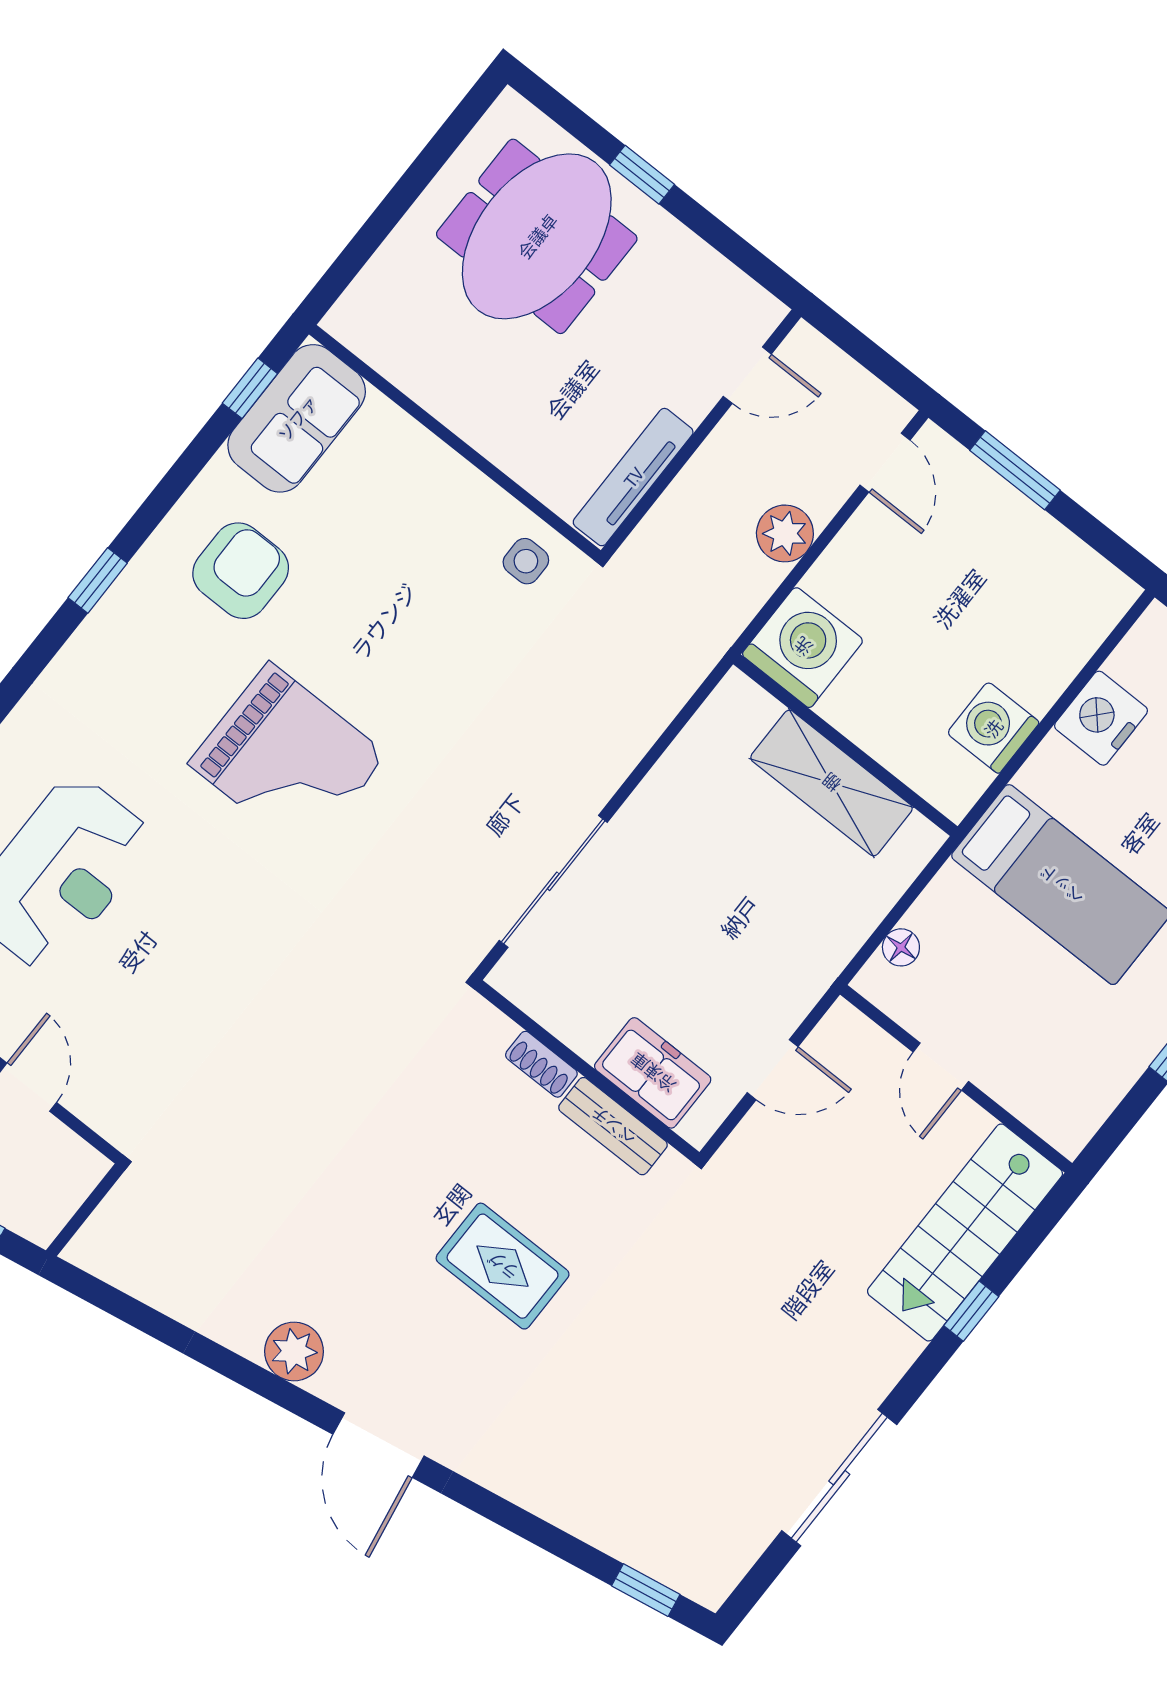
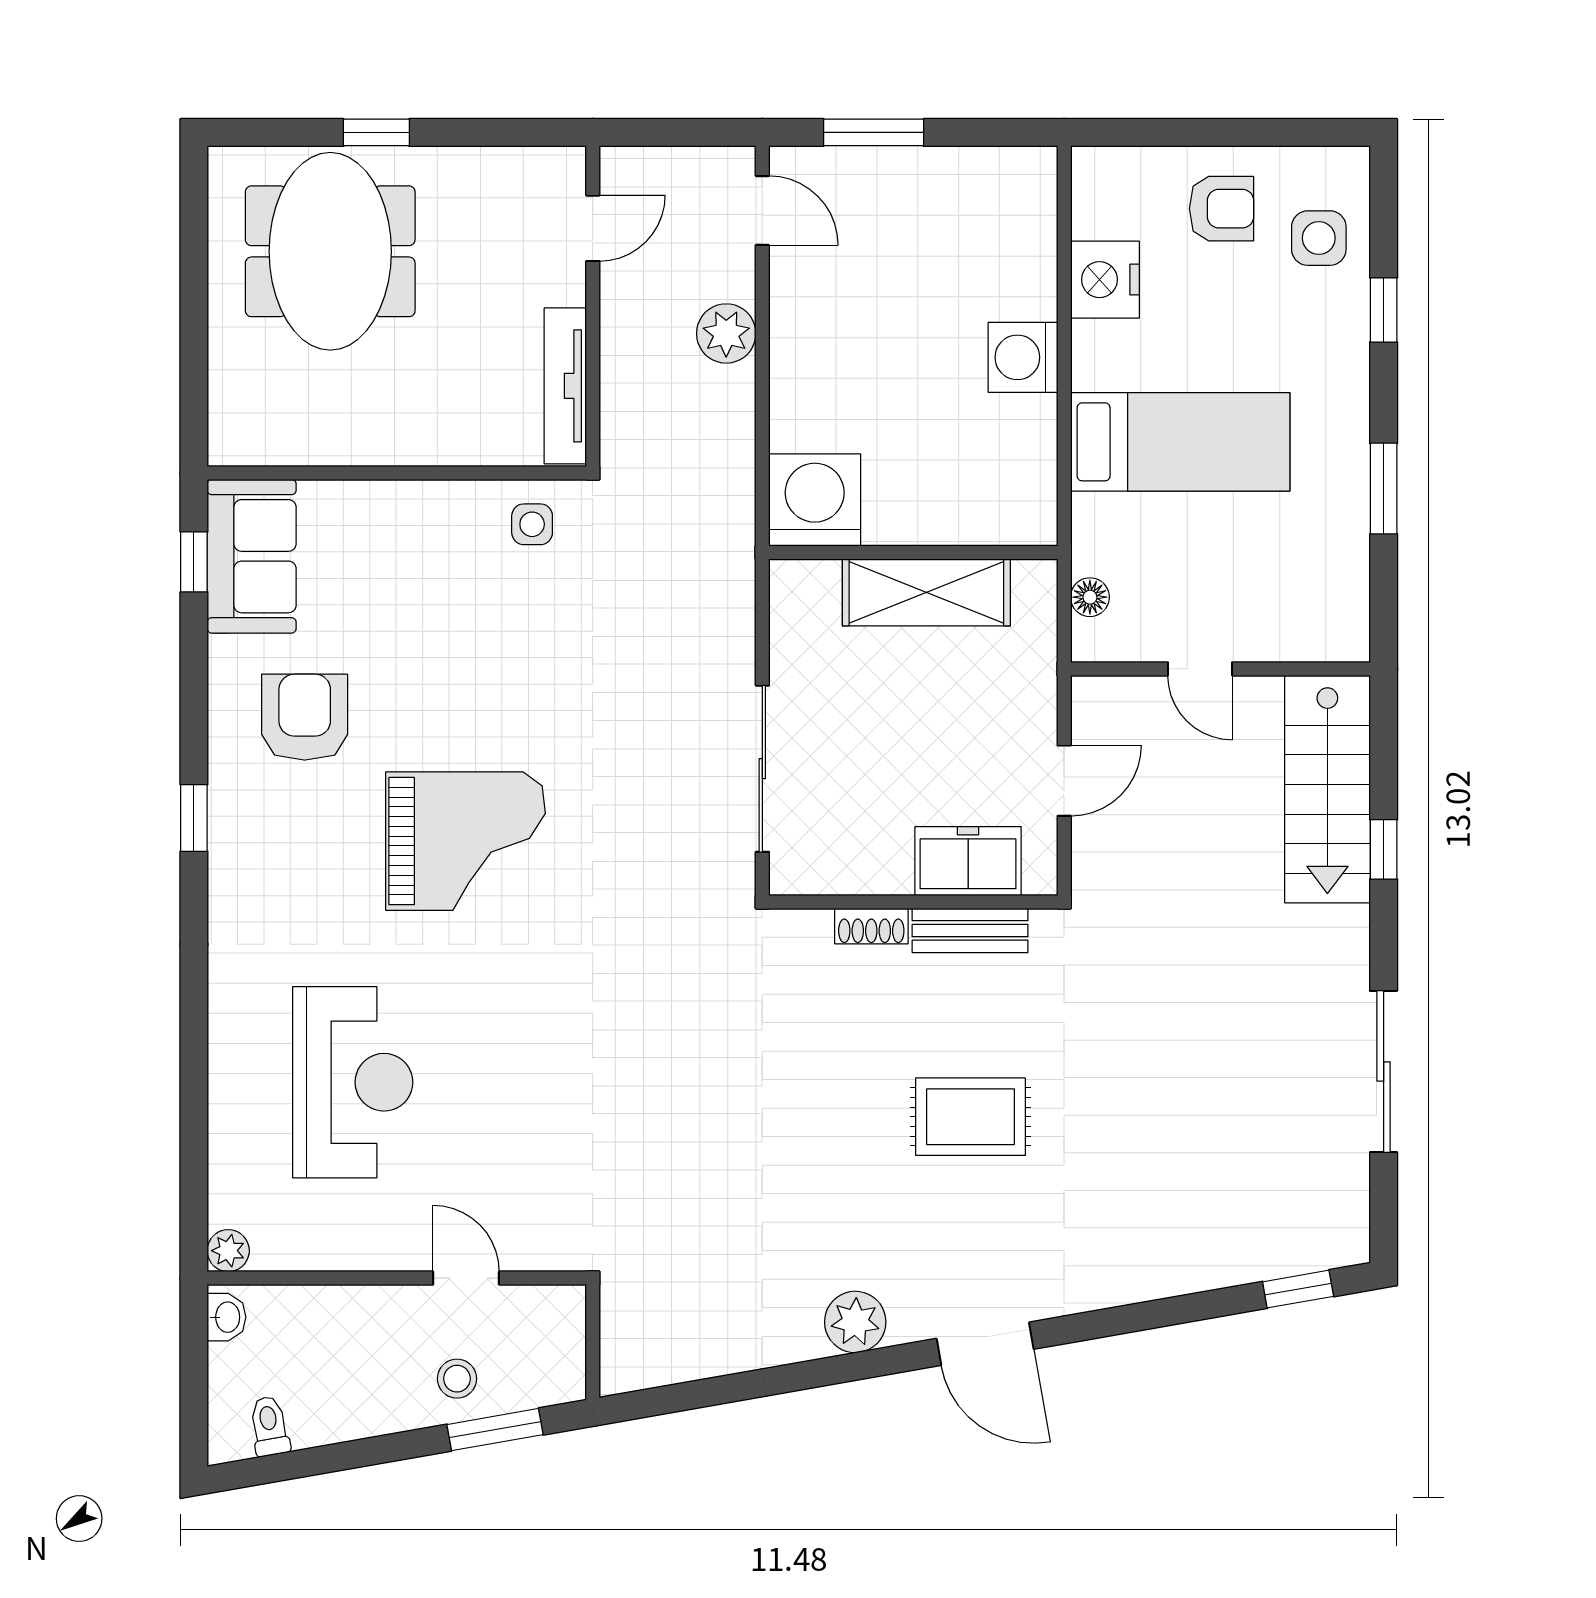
washing machine: (803, 647) -> (815, 500), moved
wall: (845, 745) -> (913, 552), moved
shelving: (831, 783) -> (926, 592), moved

